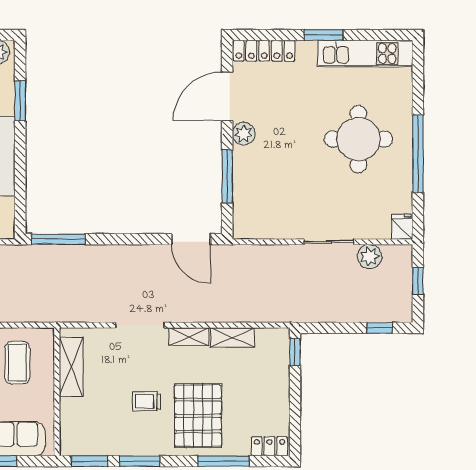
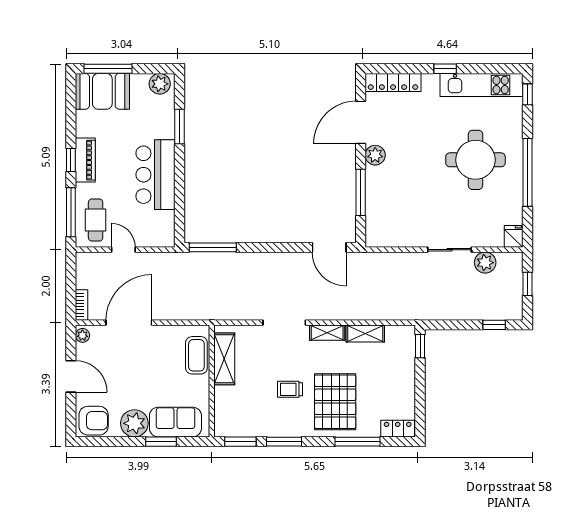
window: (324, 35) -> (445, 69), width x0.67
window: (418, 64) -> (528, 94), added
coffee table: (17, 363) -> (196, 355), moved

